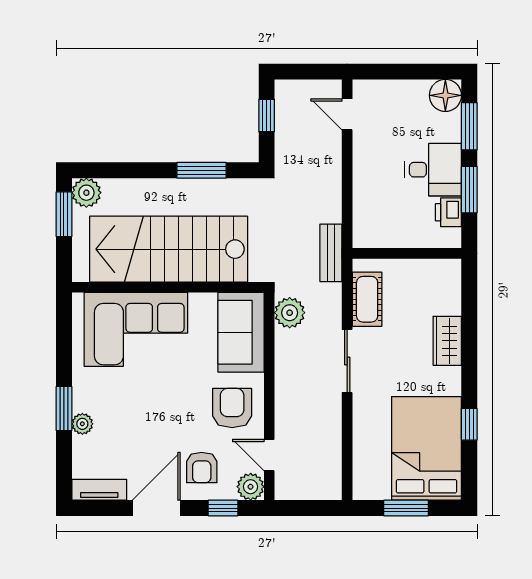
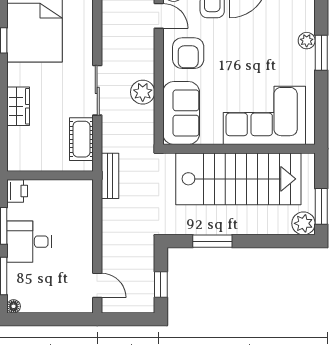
floor lamp: (445, 95) -> (14, 306), width x0.53, depth x0.53
printer: (448, 212) -> (17, 191), moved
plant: (290, 313) -> (143, 92), moved

